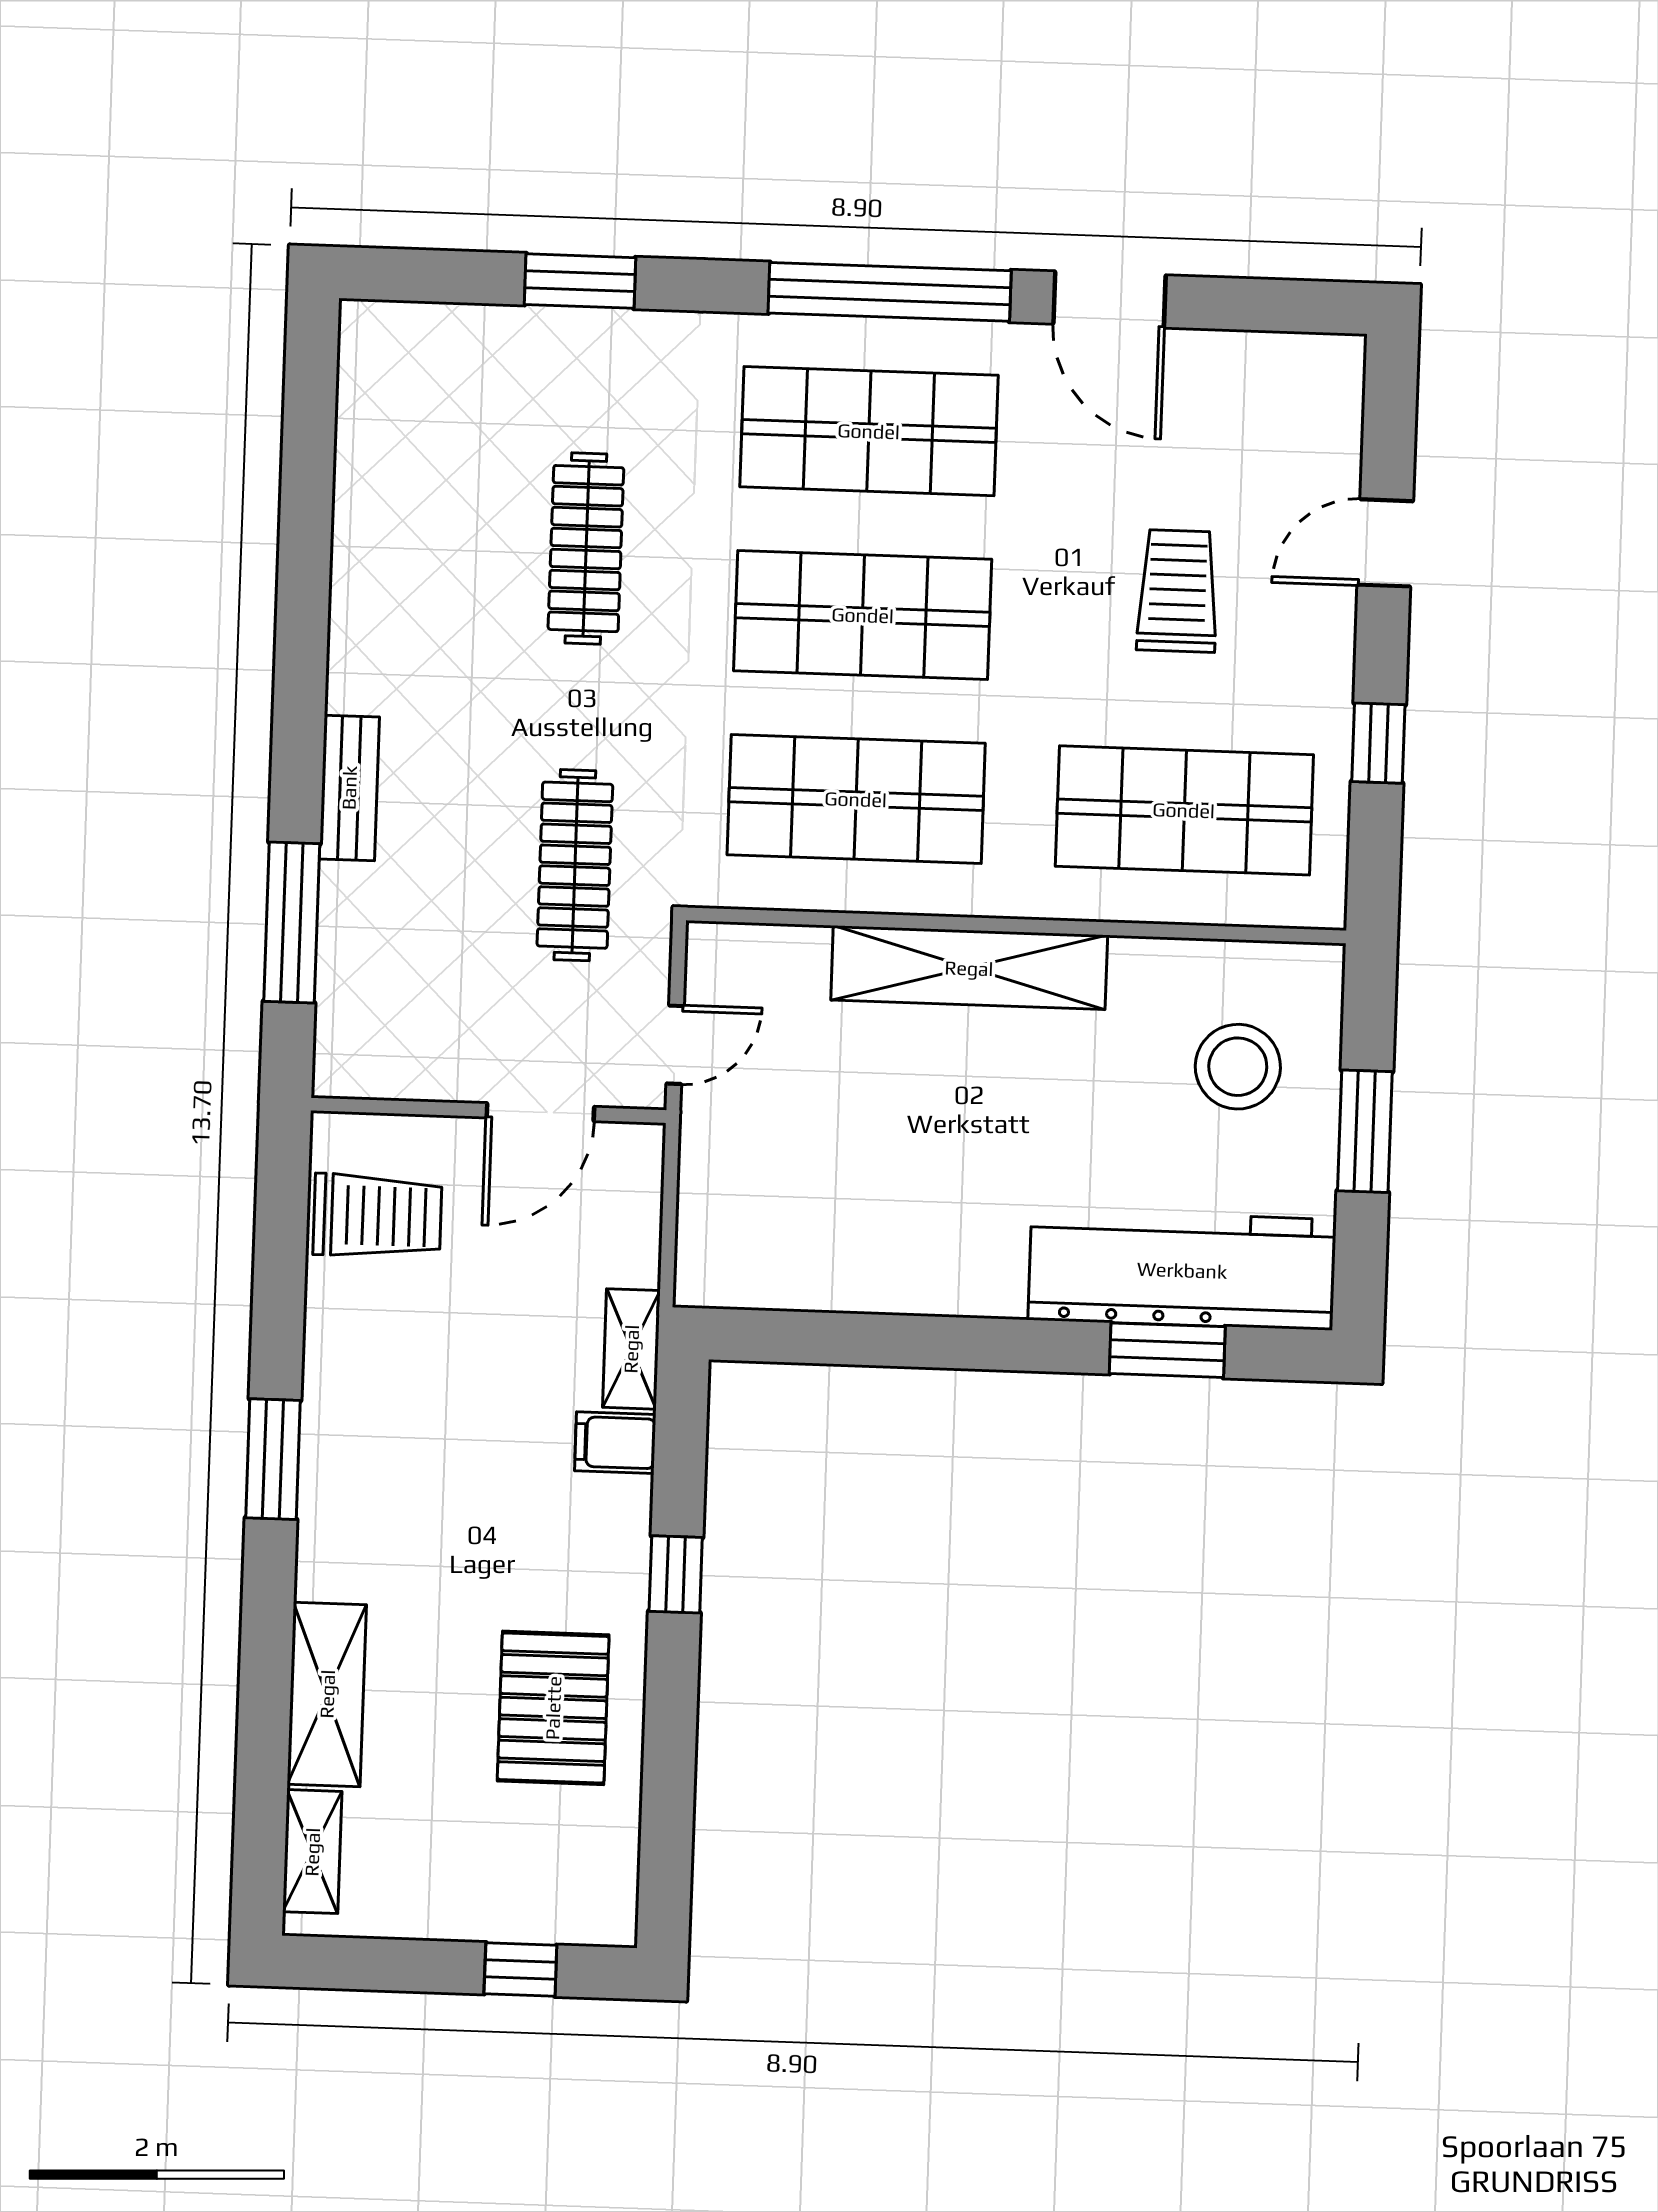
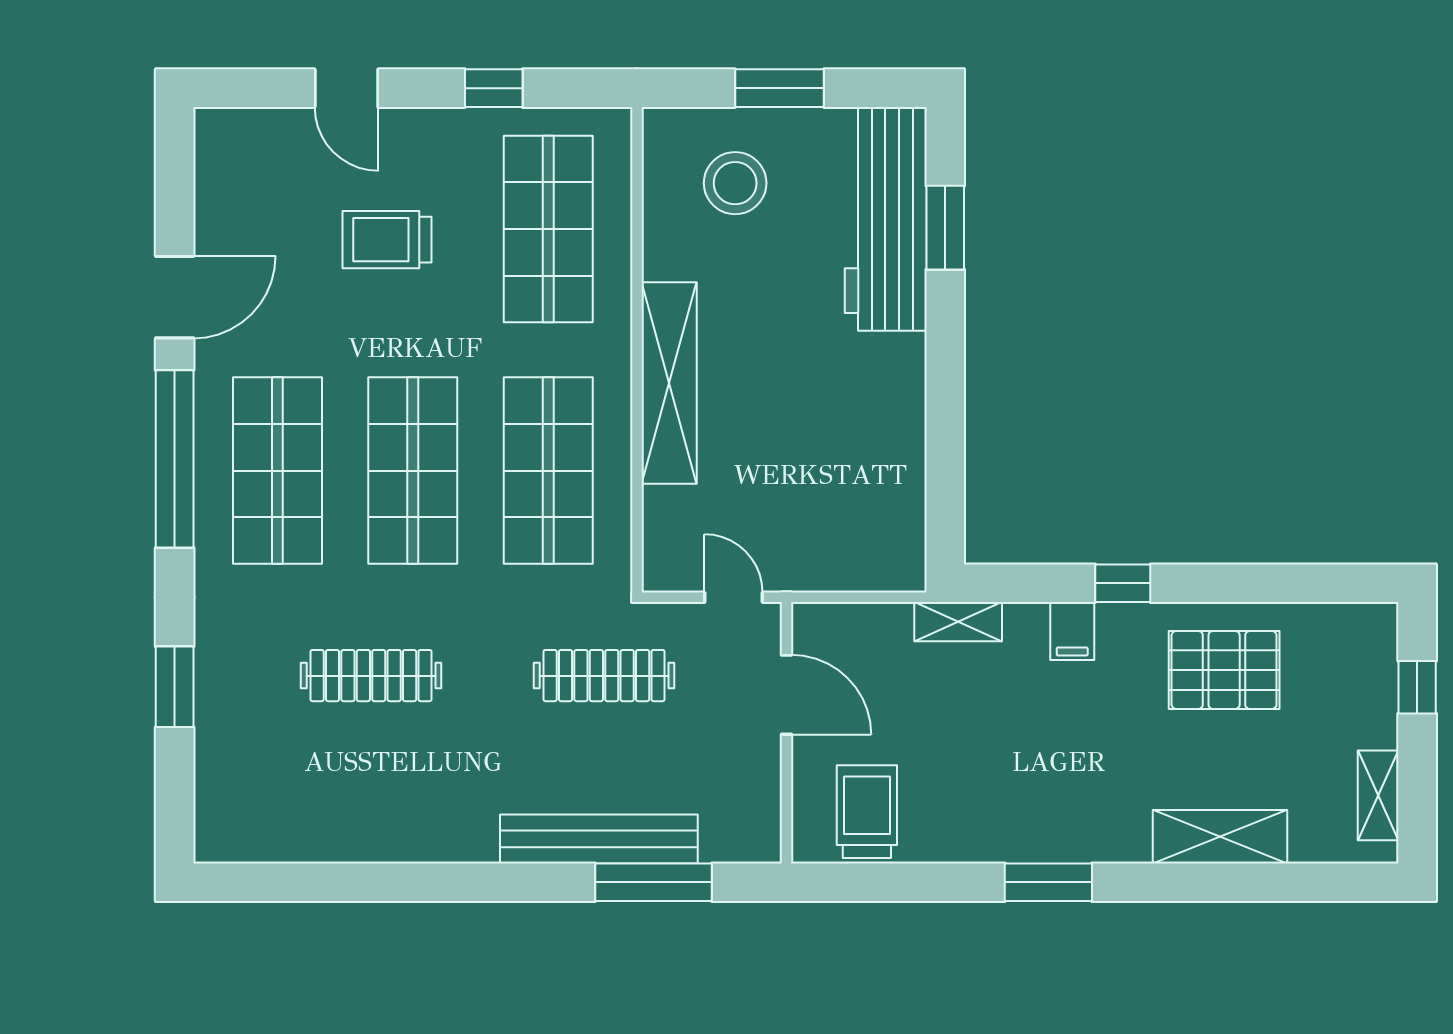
bench: (349, 788) -> (599, 839), width x1.86, depth x1.21
filing cabinet: (615, 1443) -> (1072, 631), moved
shelving: (312, 1852) -> (1378, 795), moved, turned 90

